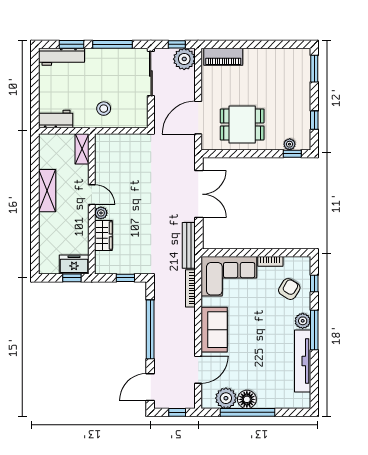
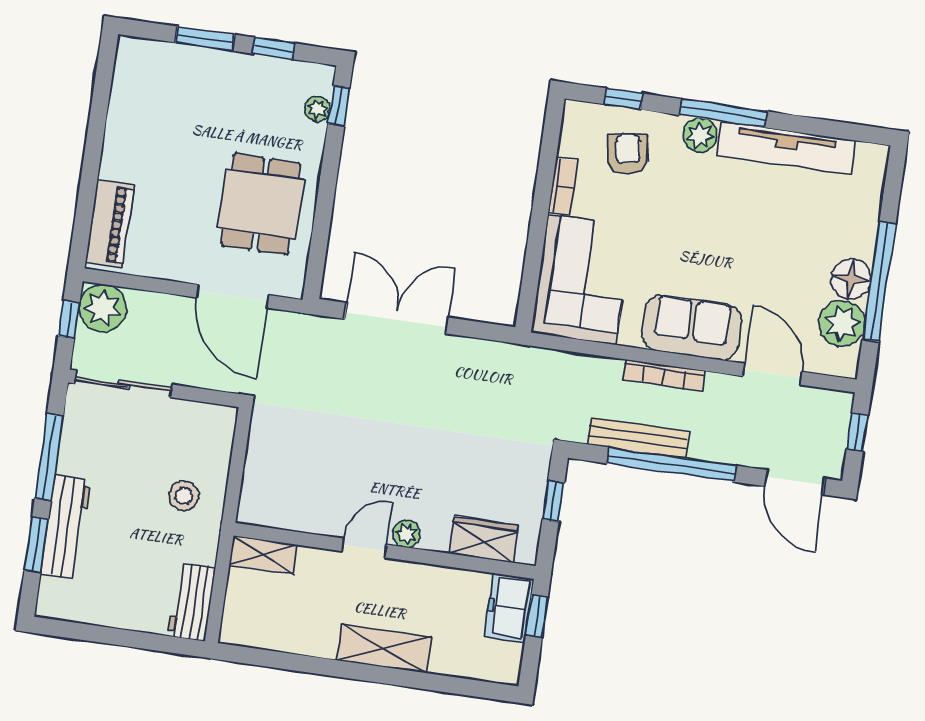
workbench: (61, 57) -> (66, 527), moved
window: (314, 69) -> (205, 39), moved
shelving: (47, 191) -> (384, 649), moved
wardrobe: (103, 235) -> (484, 540), moved
bench: (189, 245) -> (638, 438), moved
bookcase: (190, 288) -> (664, 375), moved
armchair: (289, 289) -> (628, 154), turned 51

